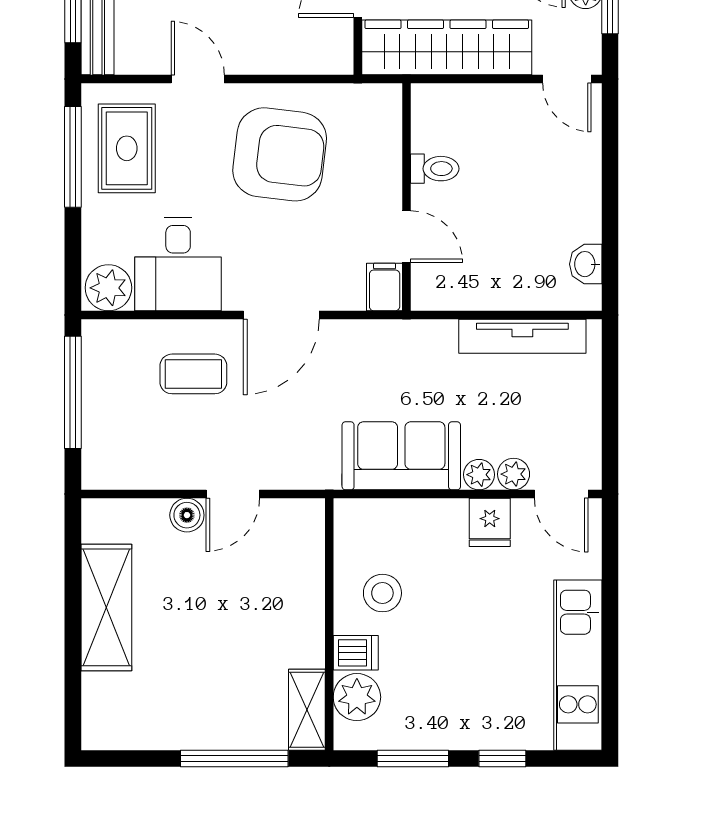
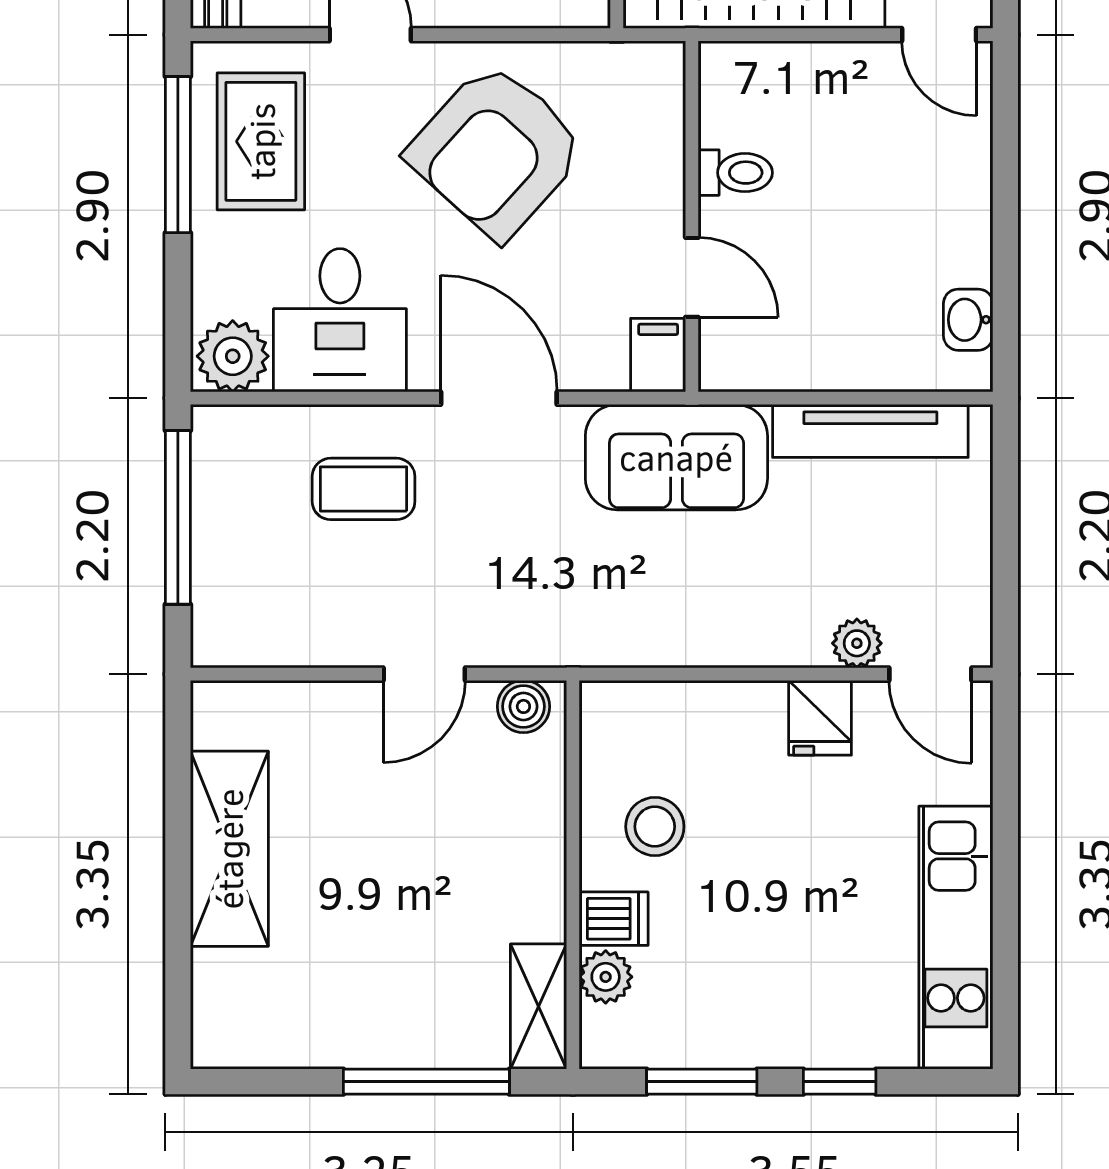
armchair: (280, 154) -> (496, 151), turned 125
door: (281, 315) -> (499, 398), swing flipped
sofa: (401, 456) -> (676, 457), moved, turned 180
plant: (479, 475) -> (804, 644), removed
boiler: (187, 515) -> (523, 706), moved
plant: (357, 697) -> (606, 977), width x0.73, depth x0.73

